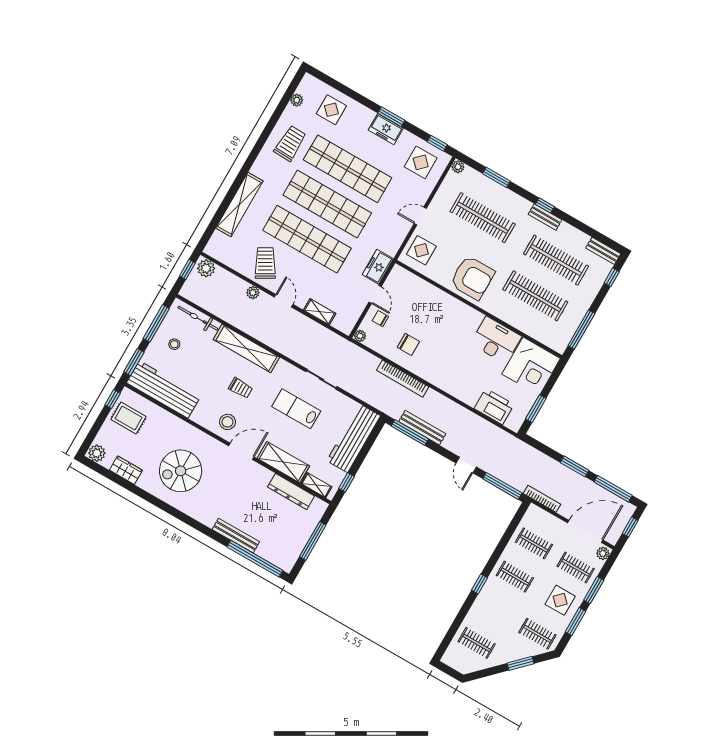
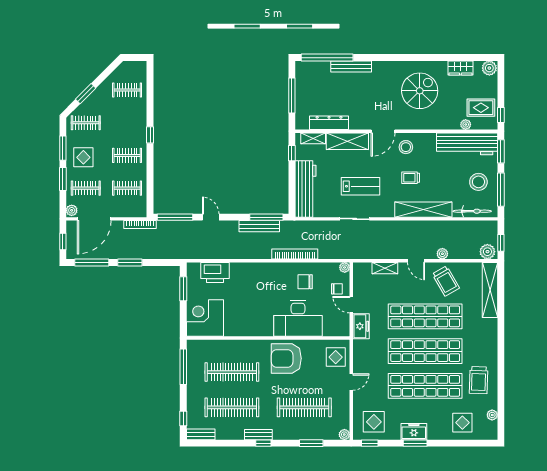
shelving: (239, 205) -> (490, 290), moved
desk: (496, 340) -> (298, 318), moved, width x1.36, depth x1.30
stool: (174, 344) -> (478, 182), width x1.89, depth x1.89
plant: (154, 410) -> (466, 124), added

